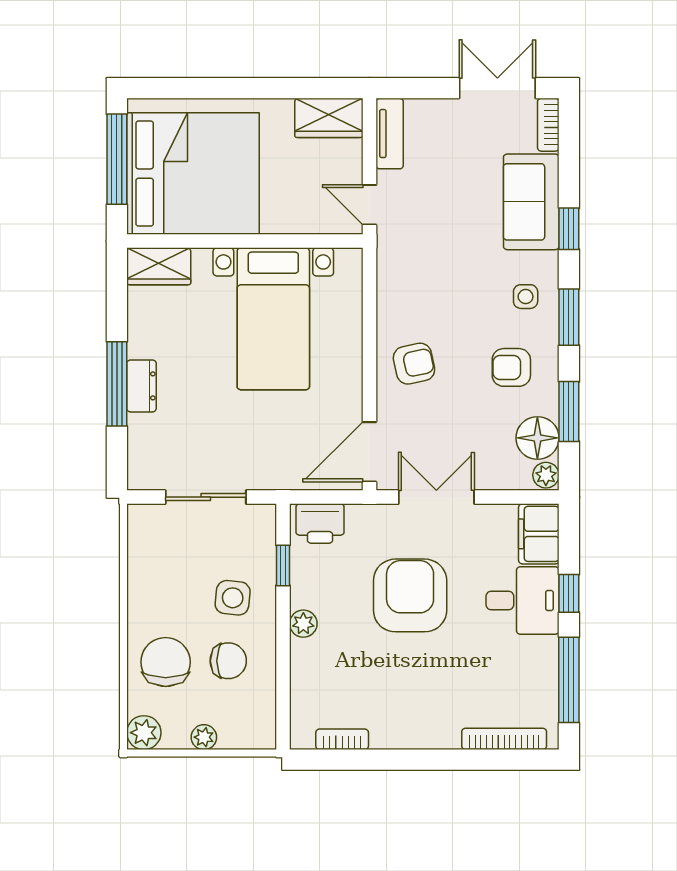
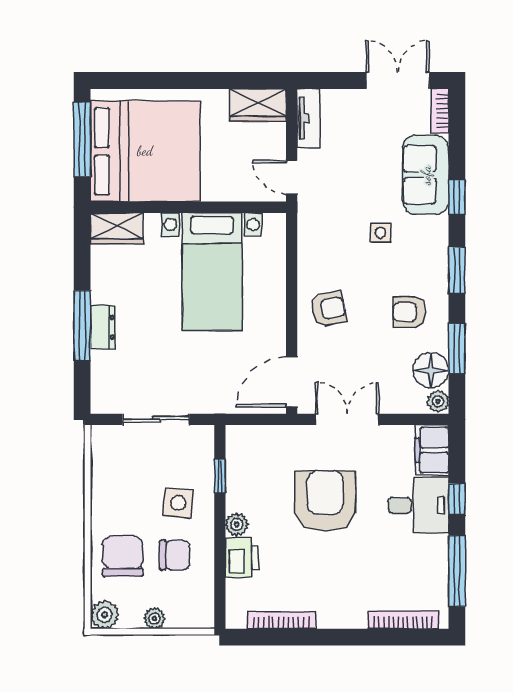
side table: (526, 297) -> (380, 233), moved
printer: (320, 524) -> (242, 558), moved, turned -90
bookcase: (342, 739) -> (281, 620), width x1.56

